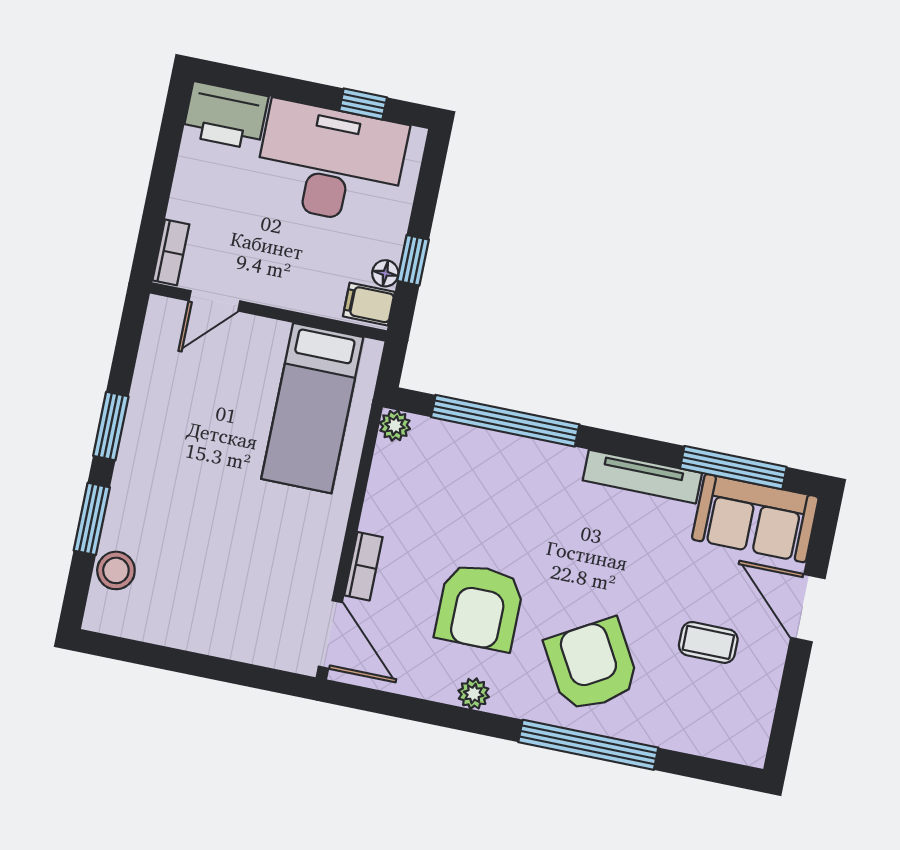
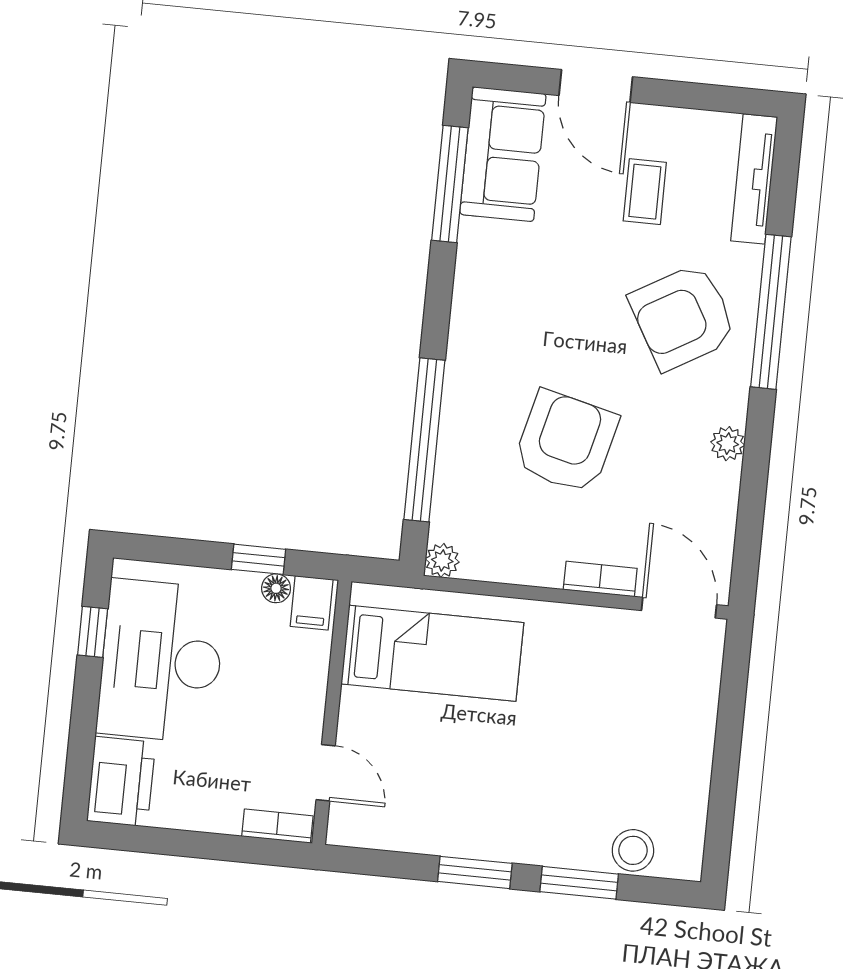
tv unit: (642, 477) -> (754, 179), moved, turned 180
armchair: (479, 607) -> (566, 442), moved, turned -76
door: (808, 608) -> (596, 86), hinge flipped
door: (330, 634) -> (679, 608), hinge flipped

